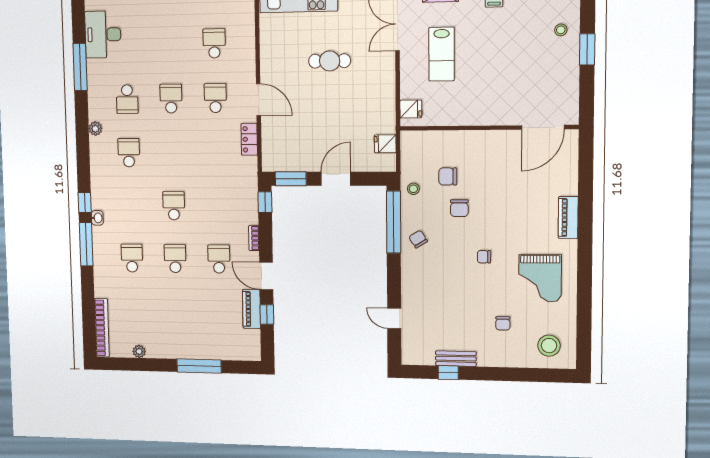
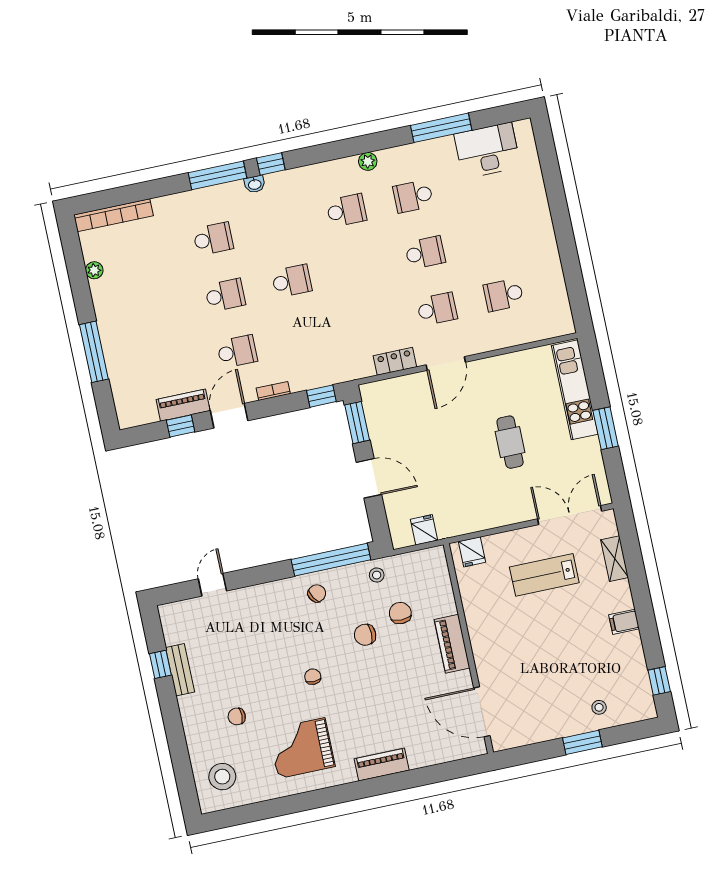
school desk: (214, 43) -> (504, 295), turned 180
piano: (482, 140) -> (452, 644), added

